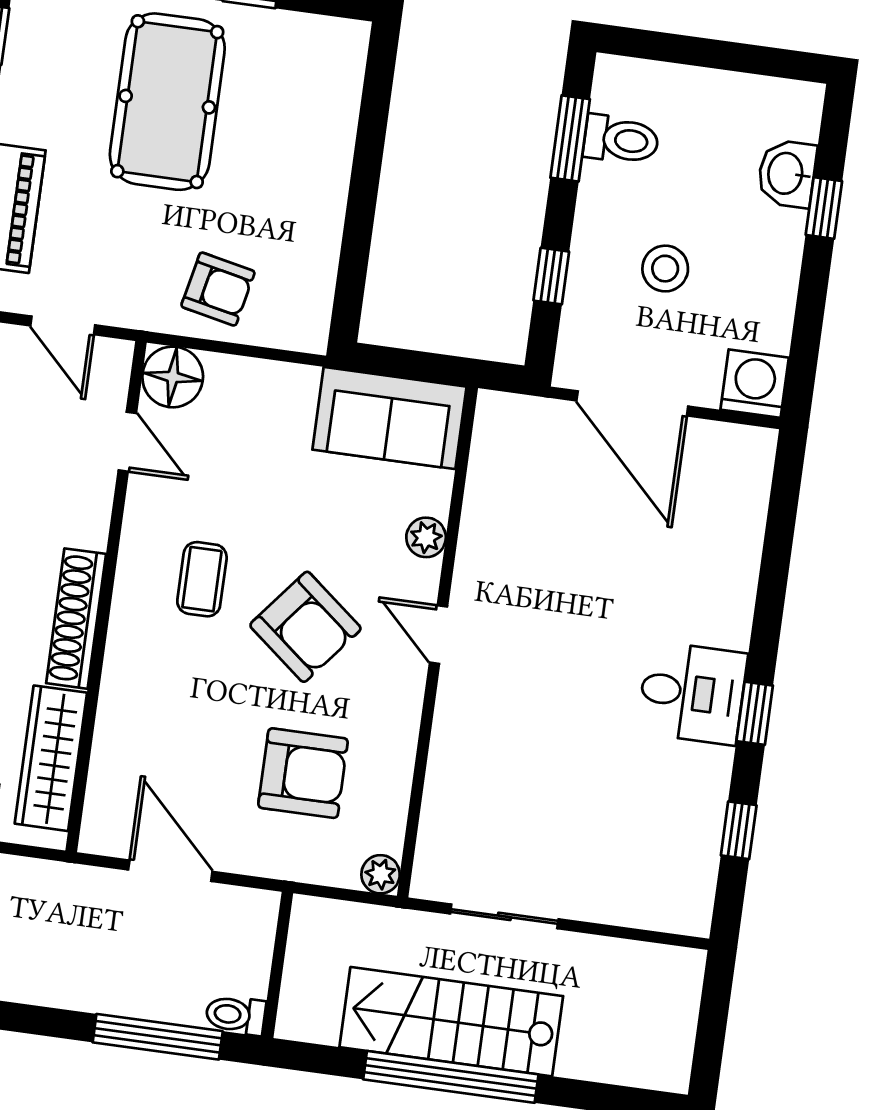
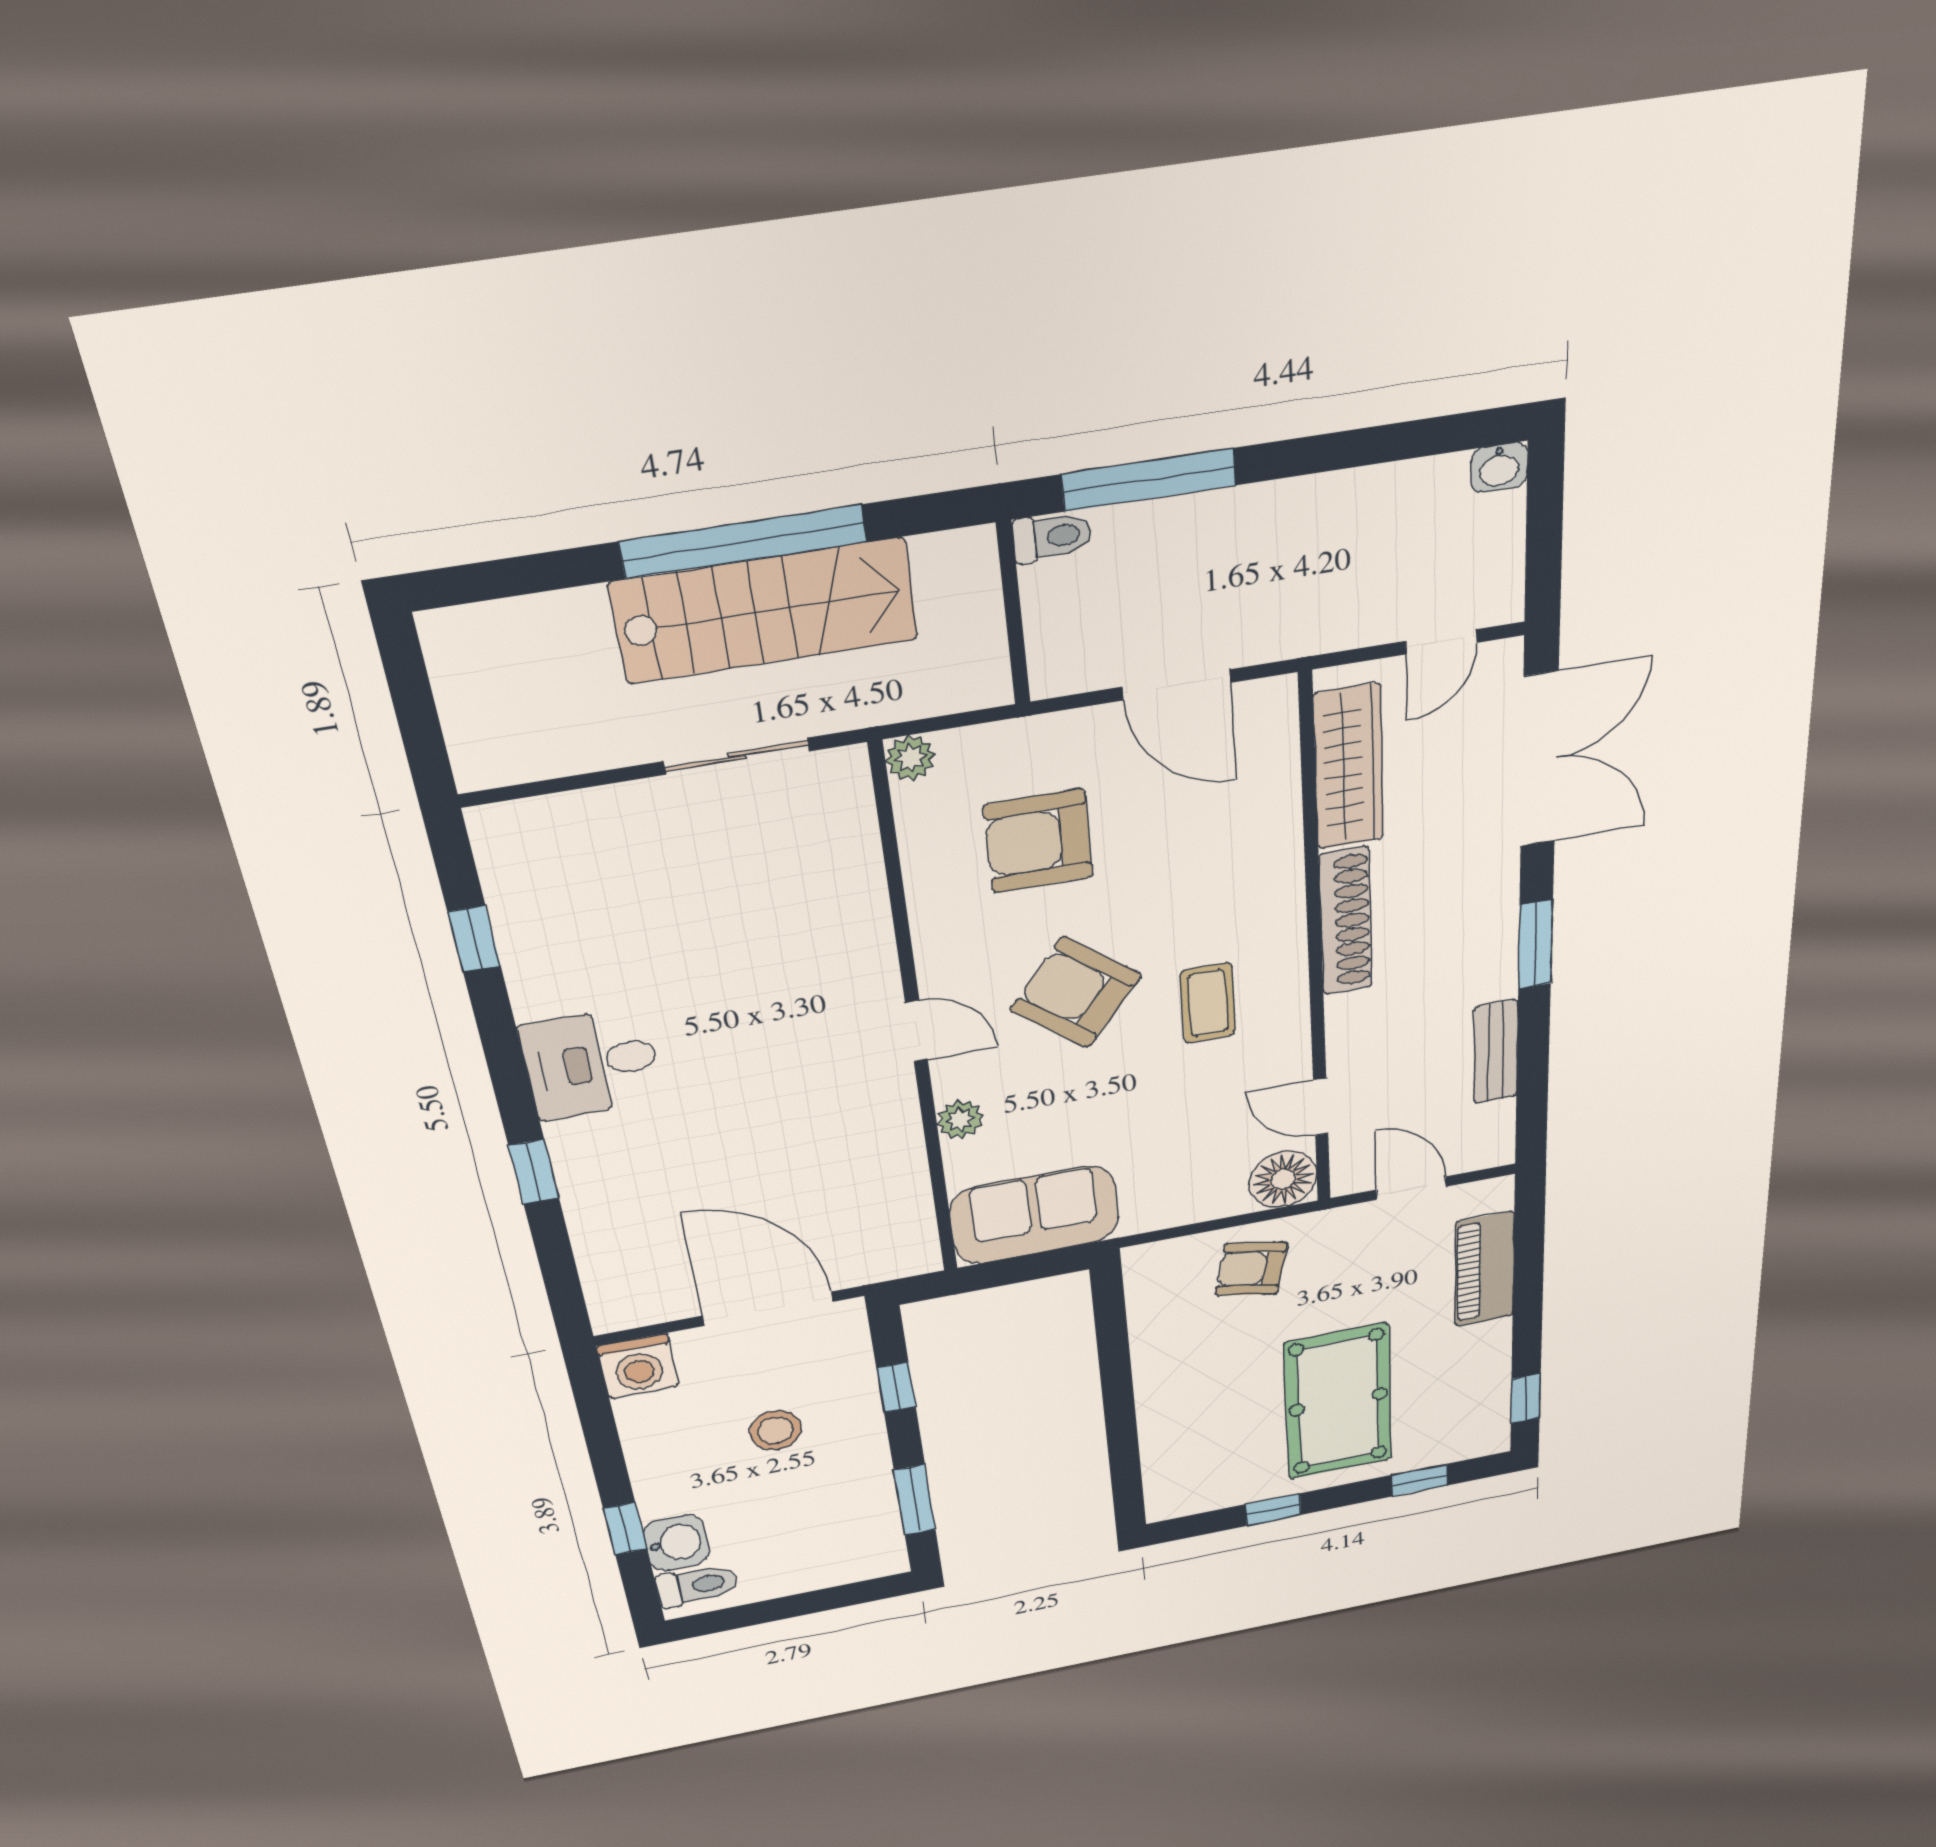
toilet: (621, 140) -> (697, 1585), moved, turned 180
window: (755, 713) -> (534, 1172), moved

